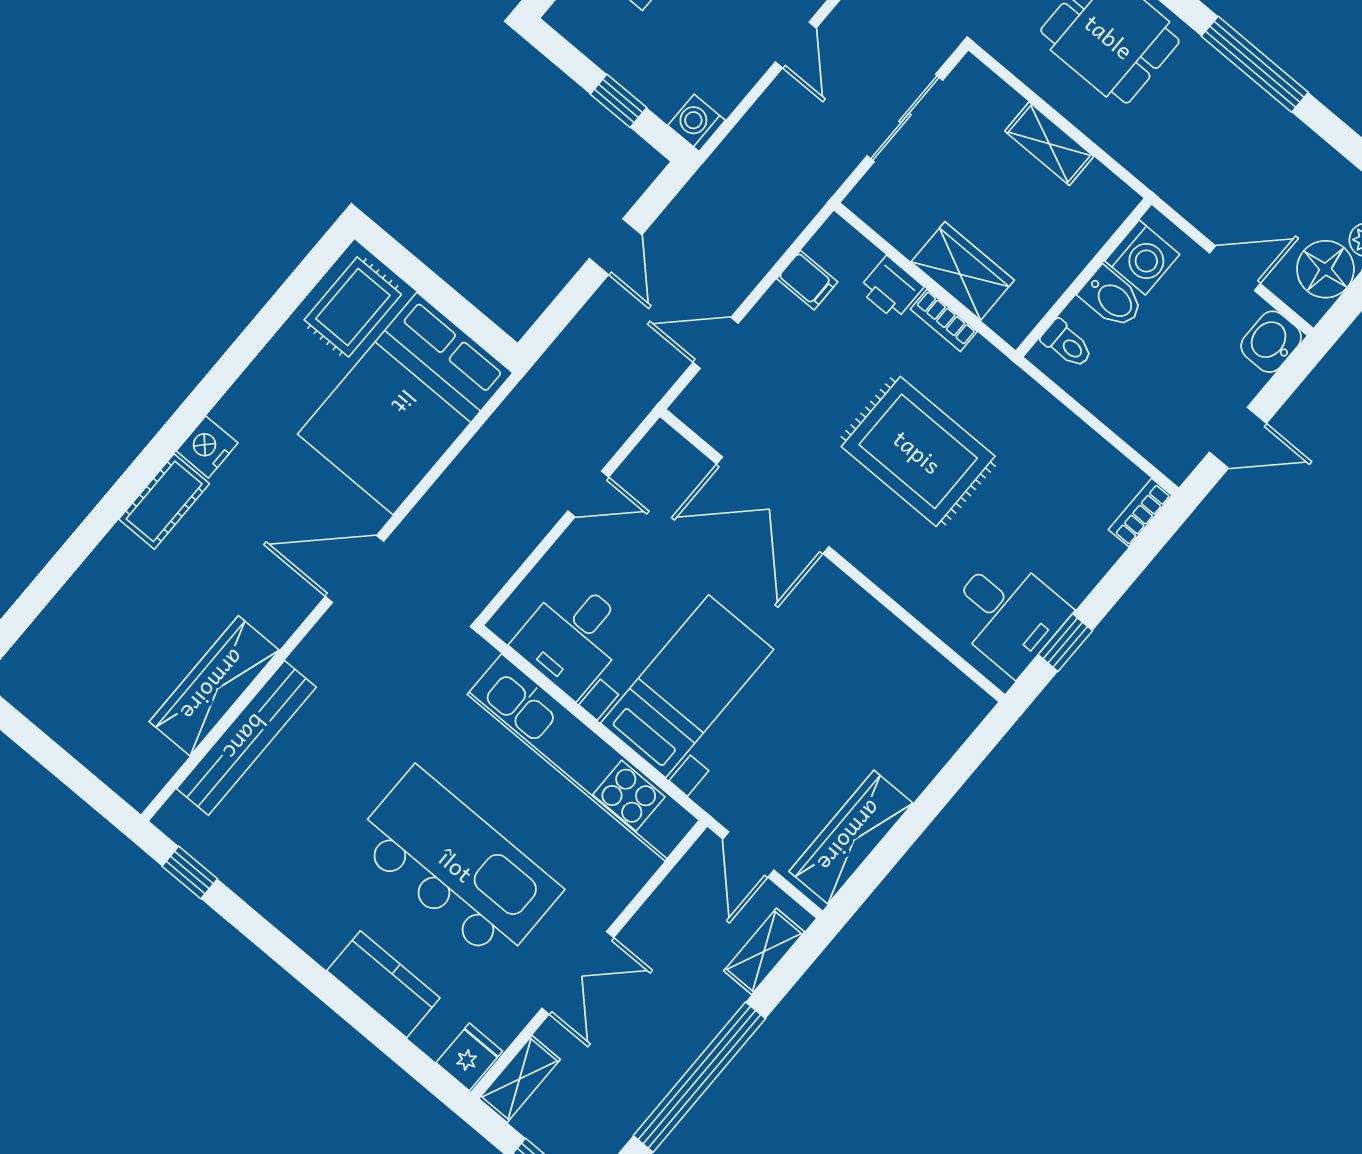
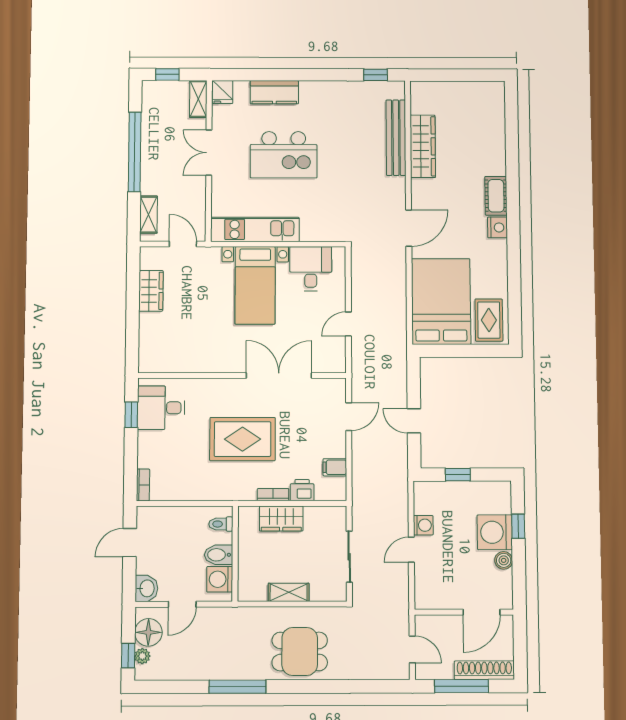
door: (796, 45) -> (411, 550), hinge flipped
washing machine: (697, 123) -> (423, 525), moved
kitchen unit: (583, 757) -> (255, 229), width x0.73
wardrobe: (851, 837) -> (151, 291), width x0.67
kitchen island: (457, 865) -> (284, 155), width x0.73

